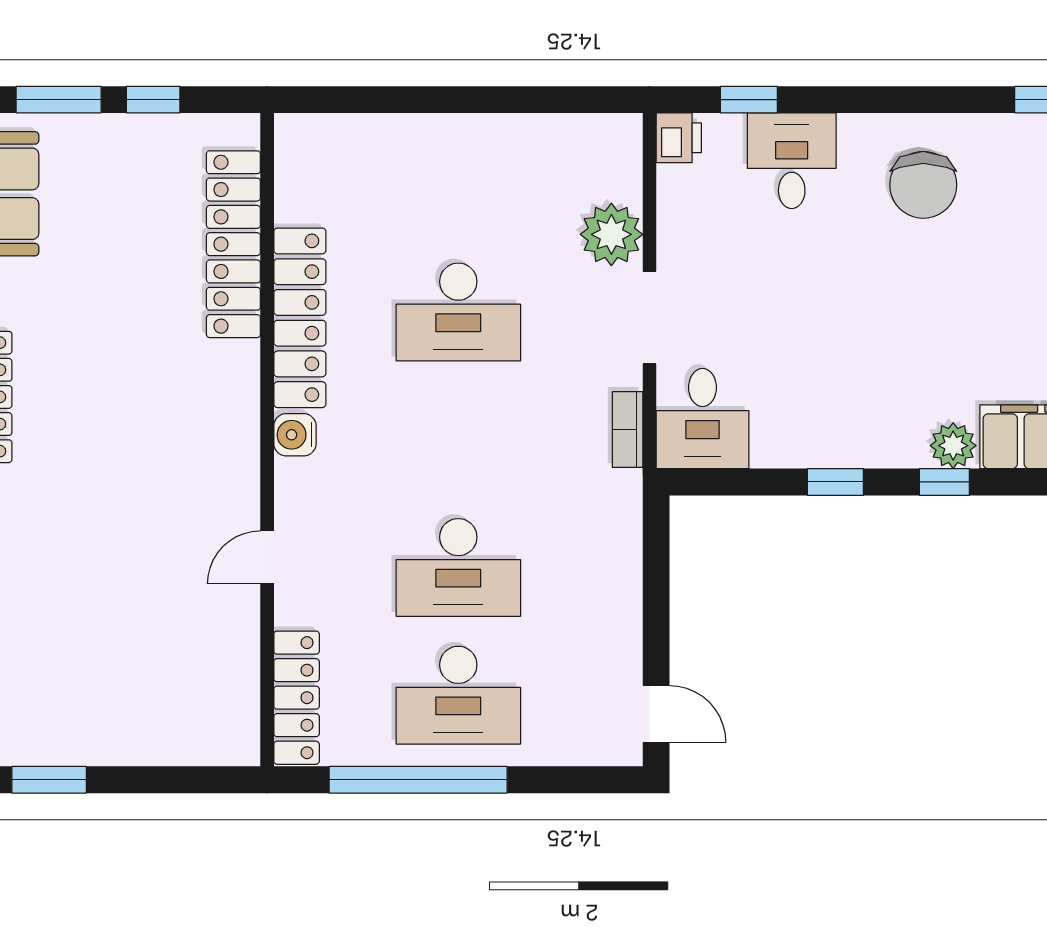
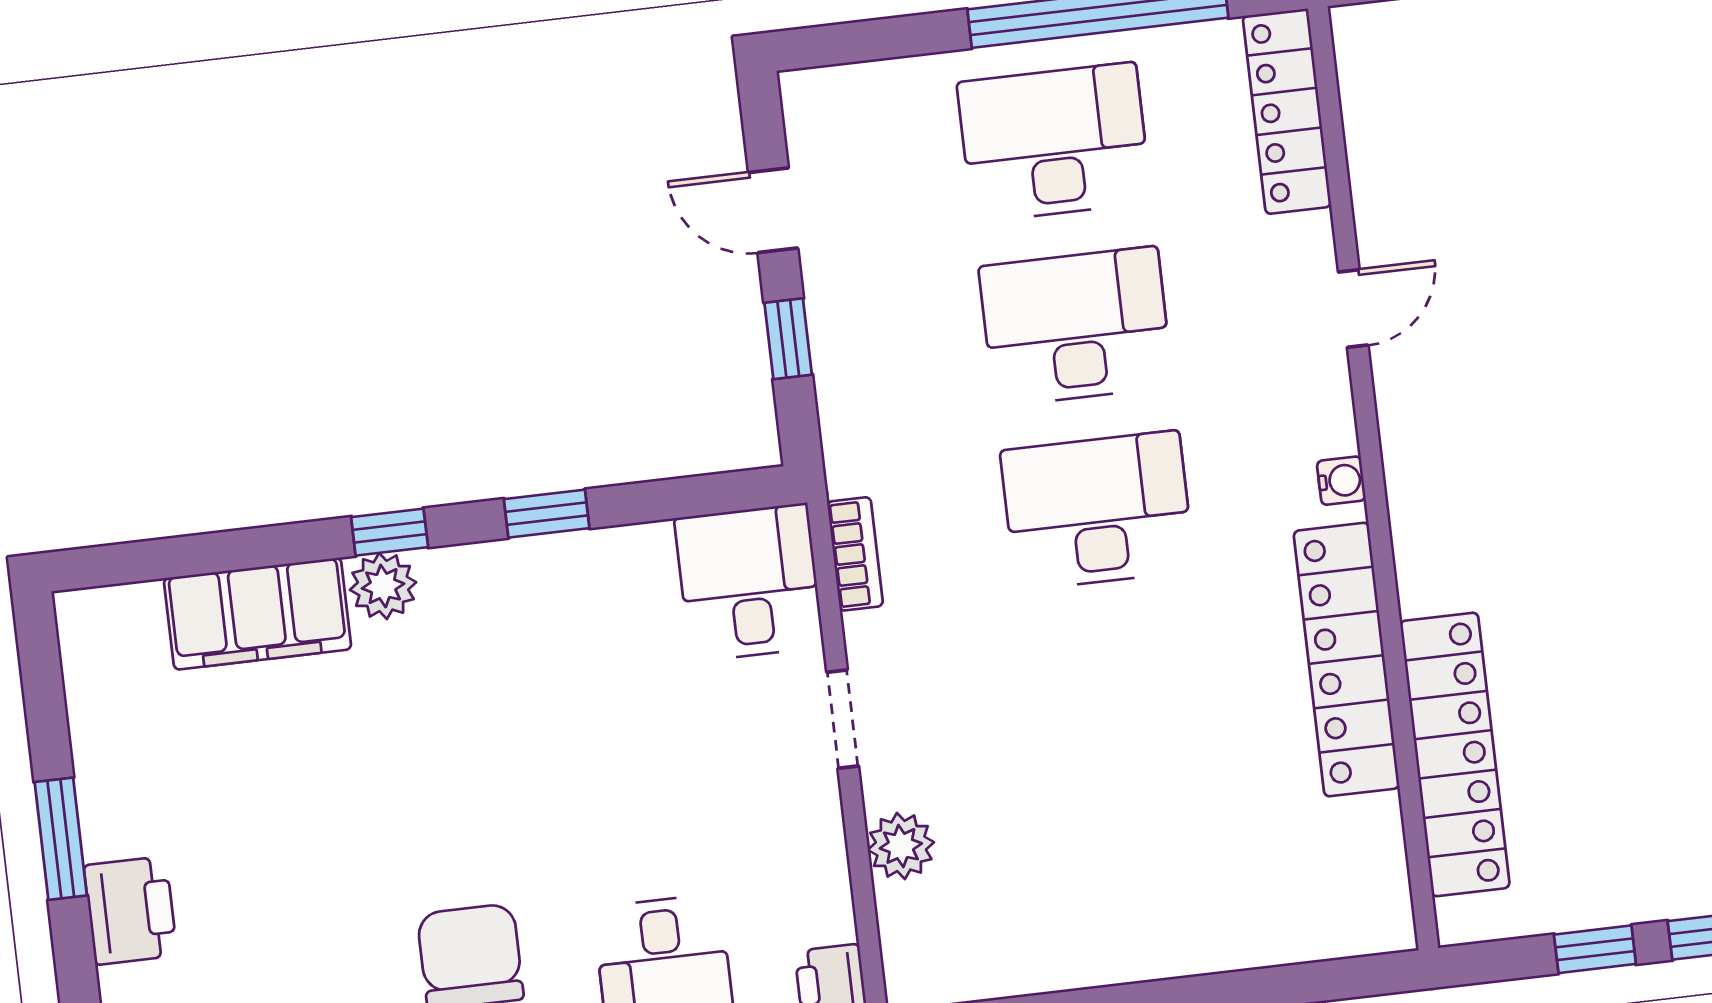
plant: (611, 234) -> (901, 846), width x0.73, depth x0.73
desk: (458, 312) -> (1098, 511), moved
doorway: (649, 318) -> (843, 719), width x0.73
water cooler: (295, 435) -> (1341, 481), width x0.72, depth x0.72
window: (656, 582) -> (788, 339), added
door: (656, 714) -> (773, 210), moved

